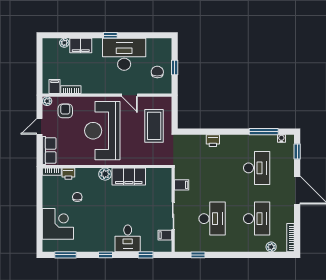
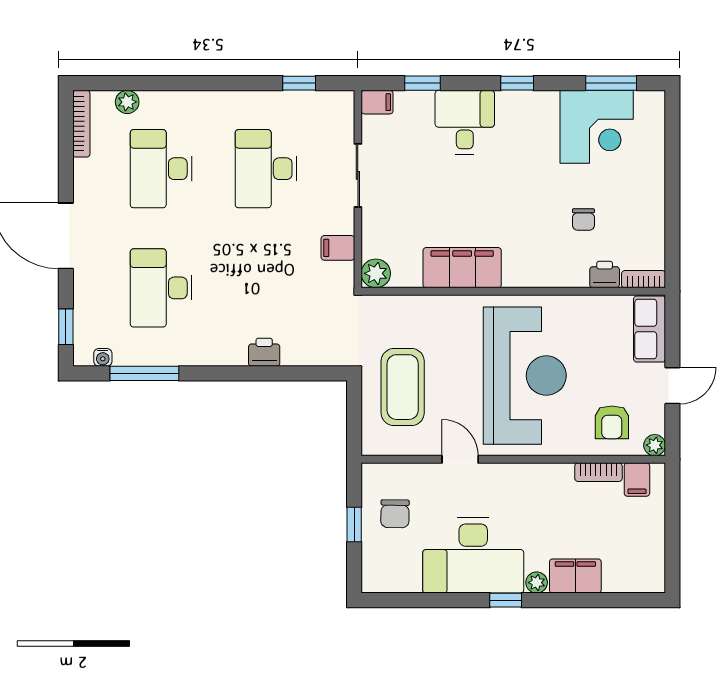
plant: (64, 43) -> (537, 583), moved
plant: (105, 174) -> (376, 273), moved
corner desk: (58, 224) -> (597, 127), moved, turned -90
filing cabinet: (165, 235) -> (377, 102), moved

